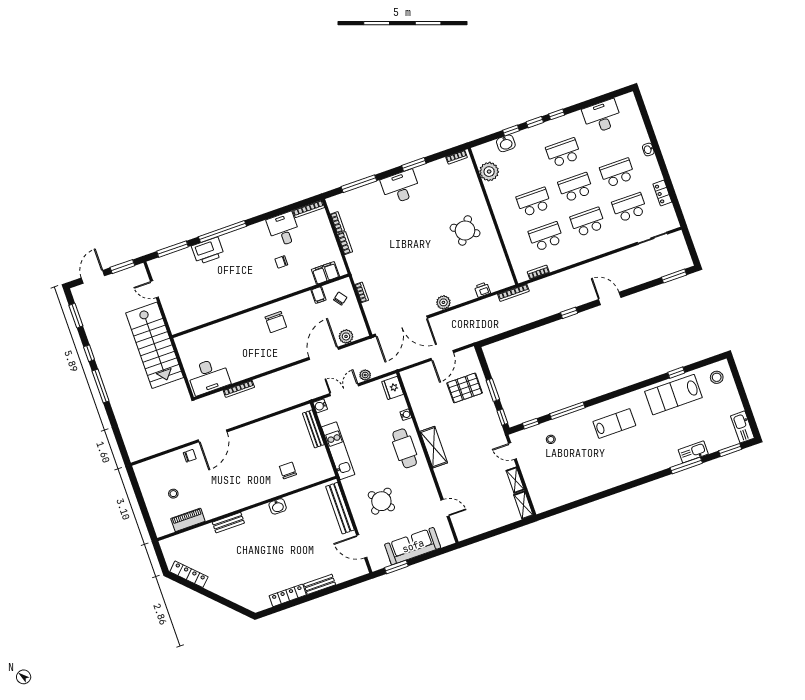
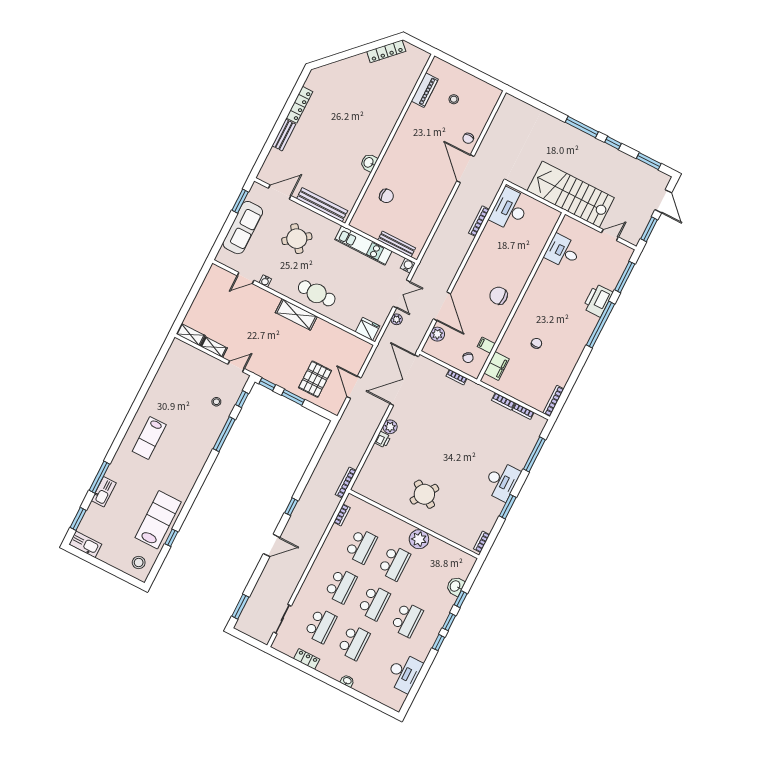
plant: (489, 172) -> (419, 539), moved
desk: (284, 229) -> (563, 251), moved, turned 180
printer: (482, 290) -> (383, 439), moved
water cooler: (406, 415) -> (265, 281), moved
lab bench: (614, 423) -> (149, 438), moved
bench: (228, 523) -> (393, 116), removed

